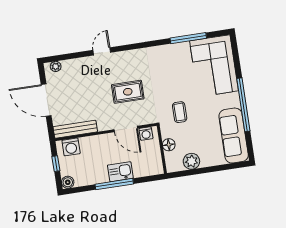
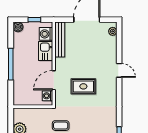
rug: (128, 92) -> (83, 86), turned 90
floor lamp: (169, 145) -> (36, 113), removed
kitchen sink: (120, 172) -> (46, 51), moved, turned 180

